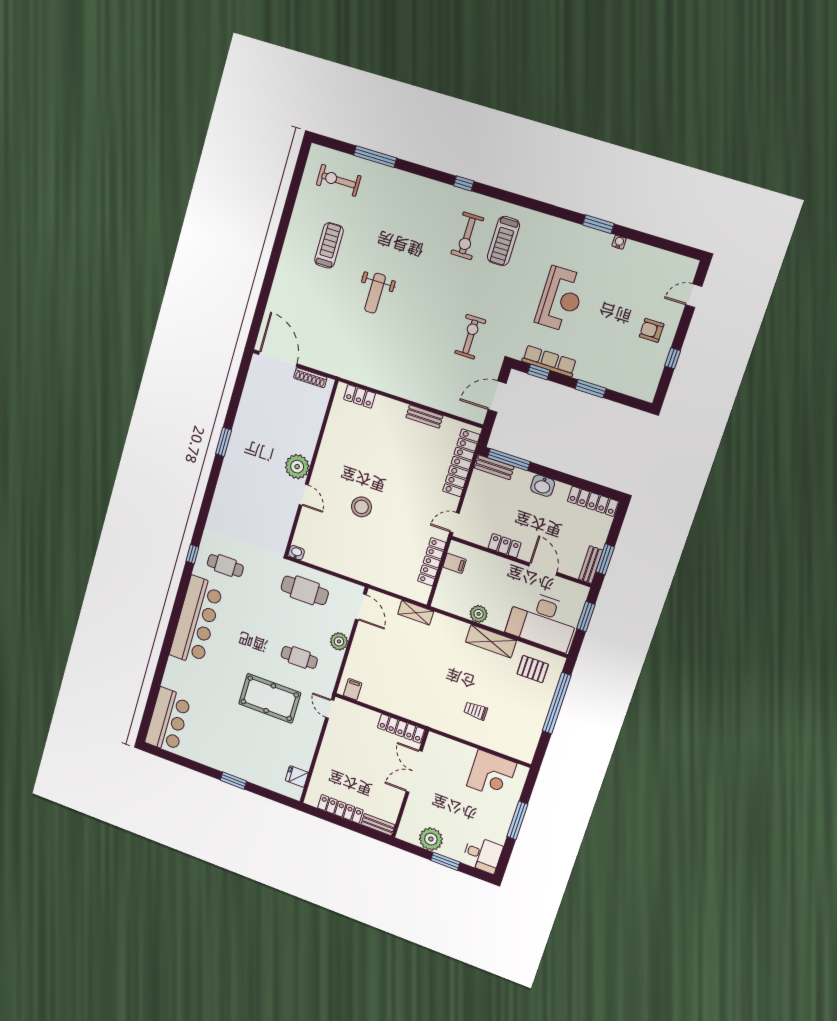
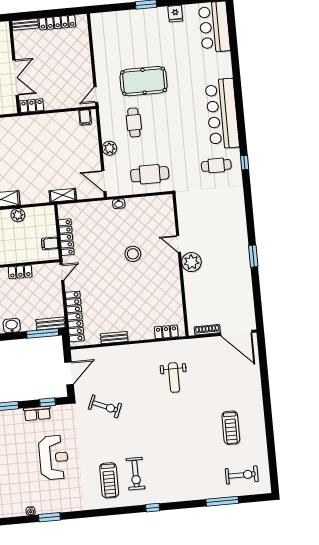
exercise bike: (467, 236) -> (136, 474), turned 180
treadmill: (503, 241) -> (109, 480), turned 180
weight bench: (375, 293) -> (174, 378), moved, turned 180
reception desk: (561, 299) -> (54, 457), turned 180
exercise bike: (470, 337) -> (105, 406), turned -67
row of seats: (549, 361) -> (37, 413), width x0.68
washbasin: (296, 553) -> (119, 204), moved
cafe table: (299, 657) -> (134, 122), turned 90
door: (330, 709) -> (96, 95), swing flipped
locker: (401, 729) -> (32, 106), width x0.66
fridge: (297, 777) -> (175, 14), moved, turned 90

